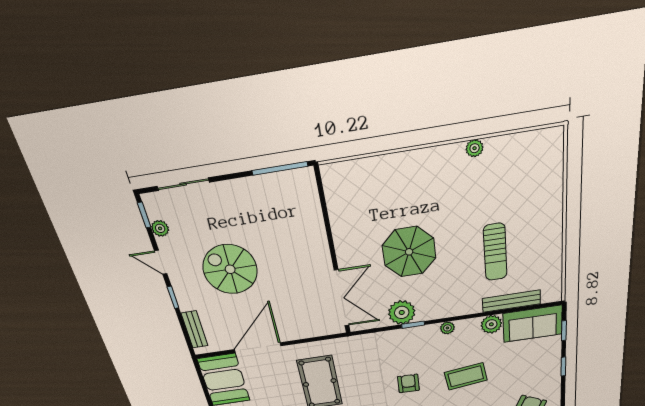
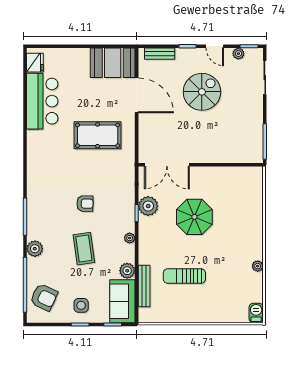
barbecue: (549, 138) -> (256, 313), added
door: (161, 262) -> (215, 46), swing flipped
side table: (539, 369) -> (81, 305), added

